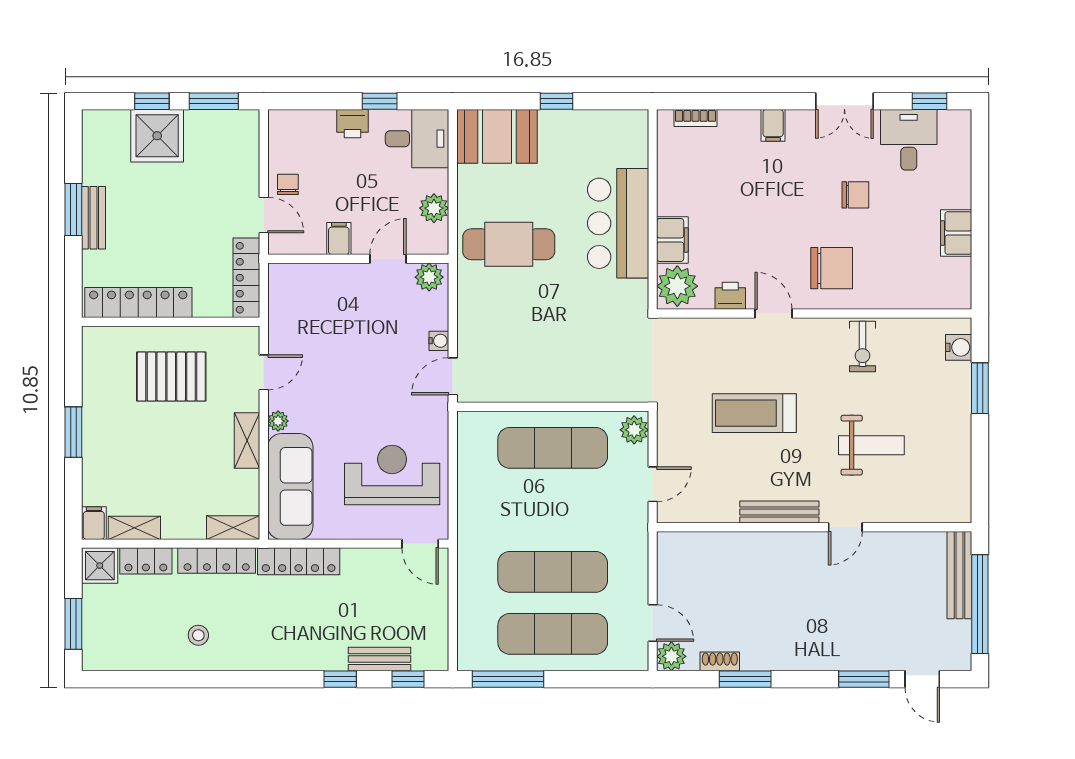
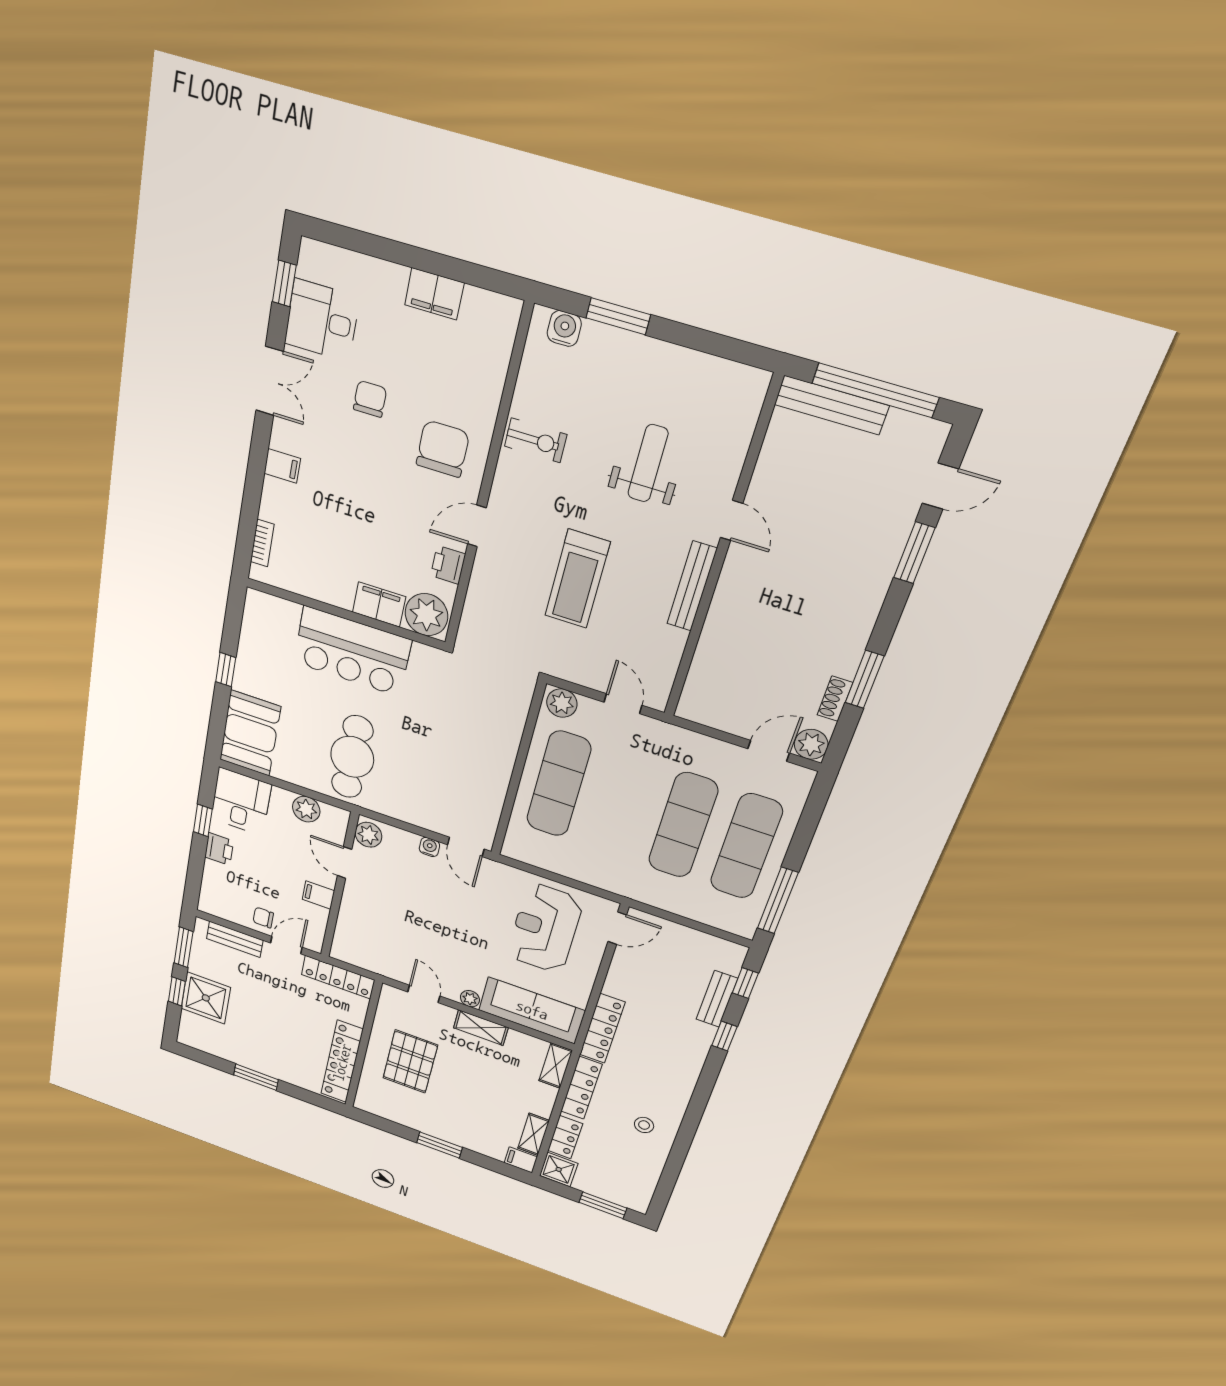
bench: (93, 218) -> (235, 939), moved

